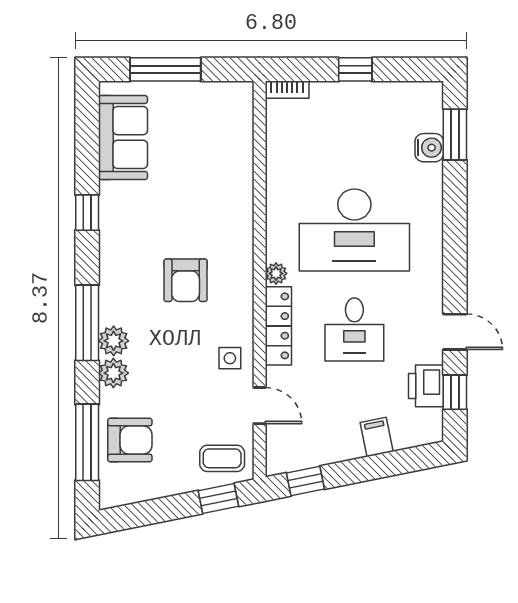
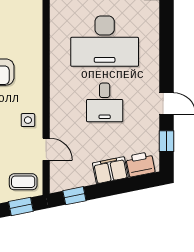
plant: (276, 273) -> (56, 68), removed
locker: (278, 326) -> (58, 100), removed
printer: (426, 386) -> (140, 164), moved, turned 79
filing cabinet: (377, 437) -> (110, 170), width x2.00

